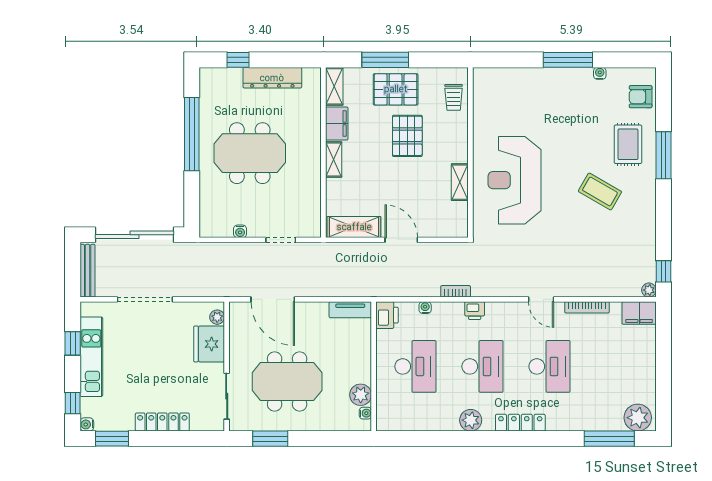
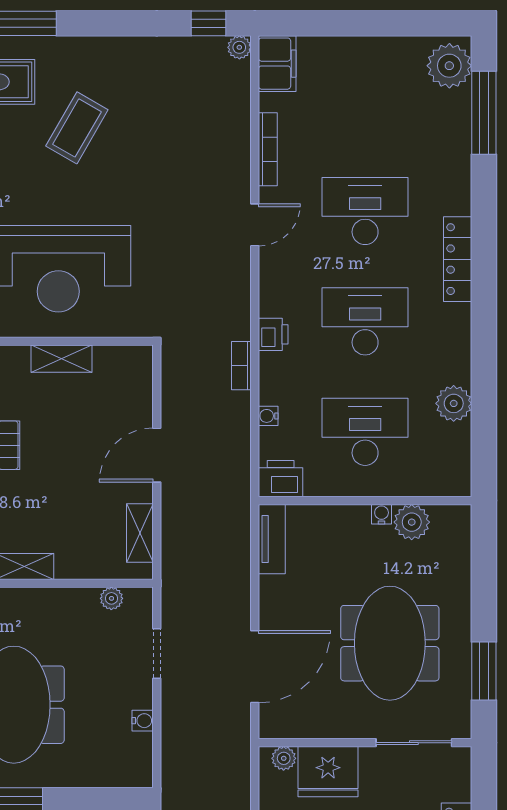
plant: (314, 212) -> (111, 598), added
shelving: (354, 227) -> (140, 533), width x0.67, depth x0.75
water cooler: (365, 413) -> (382, 514), moved
plant: (471, 420) -> (454, 403), moved

